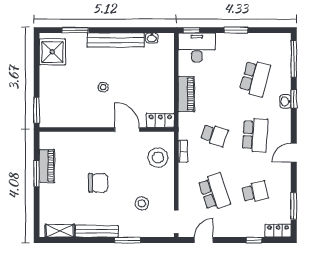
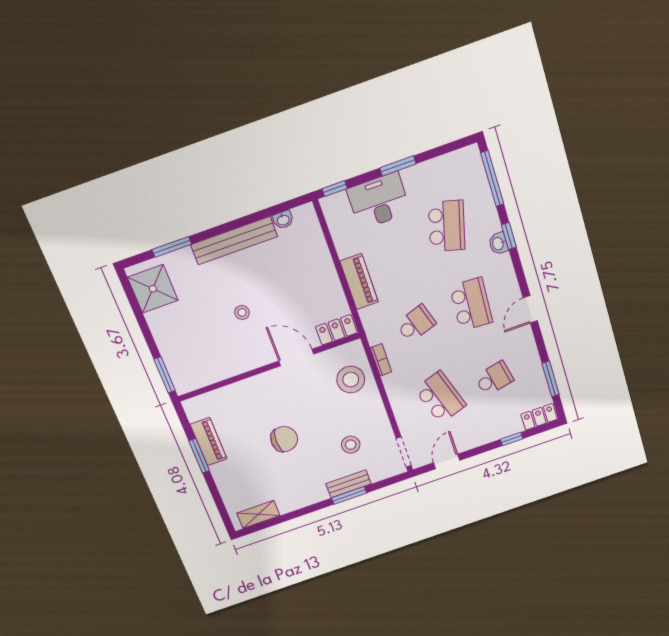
desk: (197, 47) -> (379, 201), moved
school desk: (214, 135) -> (416, 324), turned -36
bench: (97, 231) -> (348, 484), moved, width x0.73

